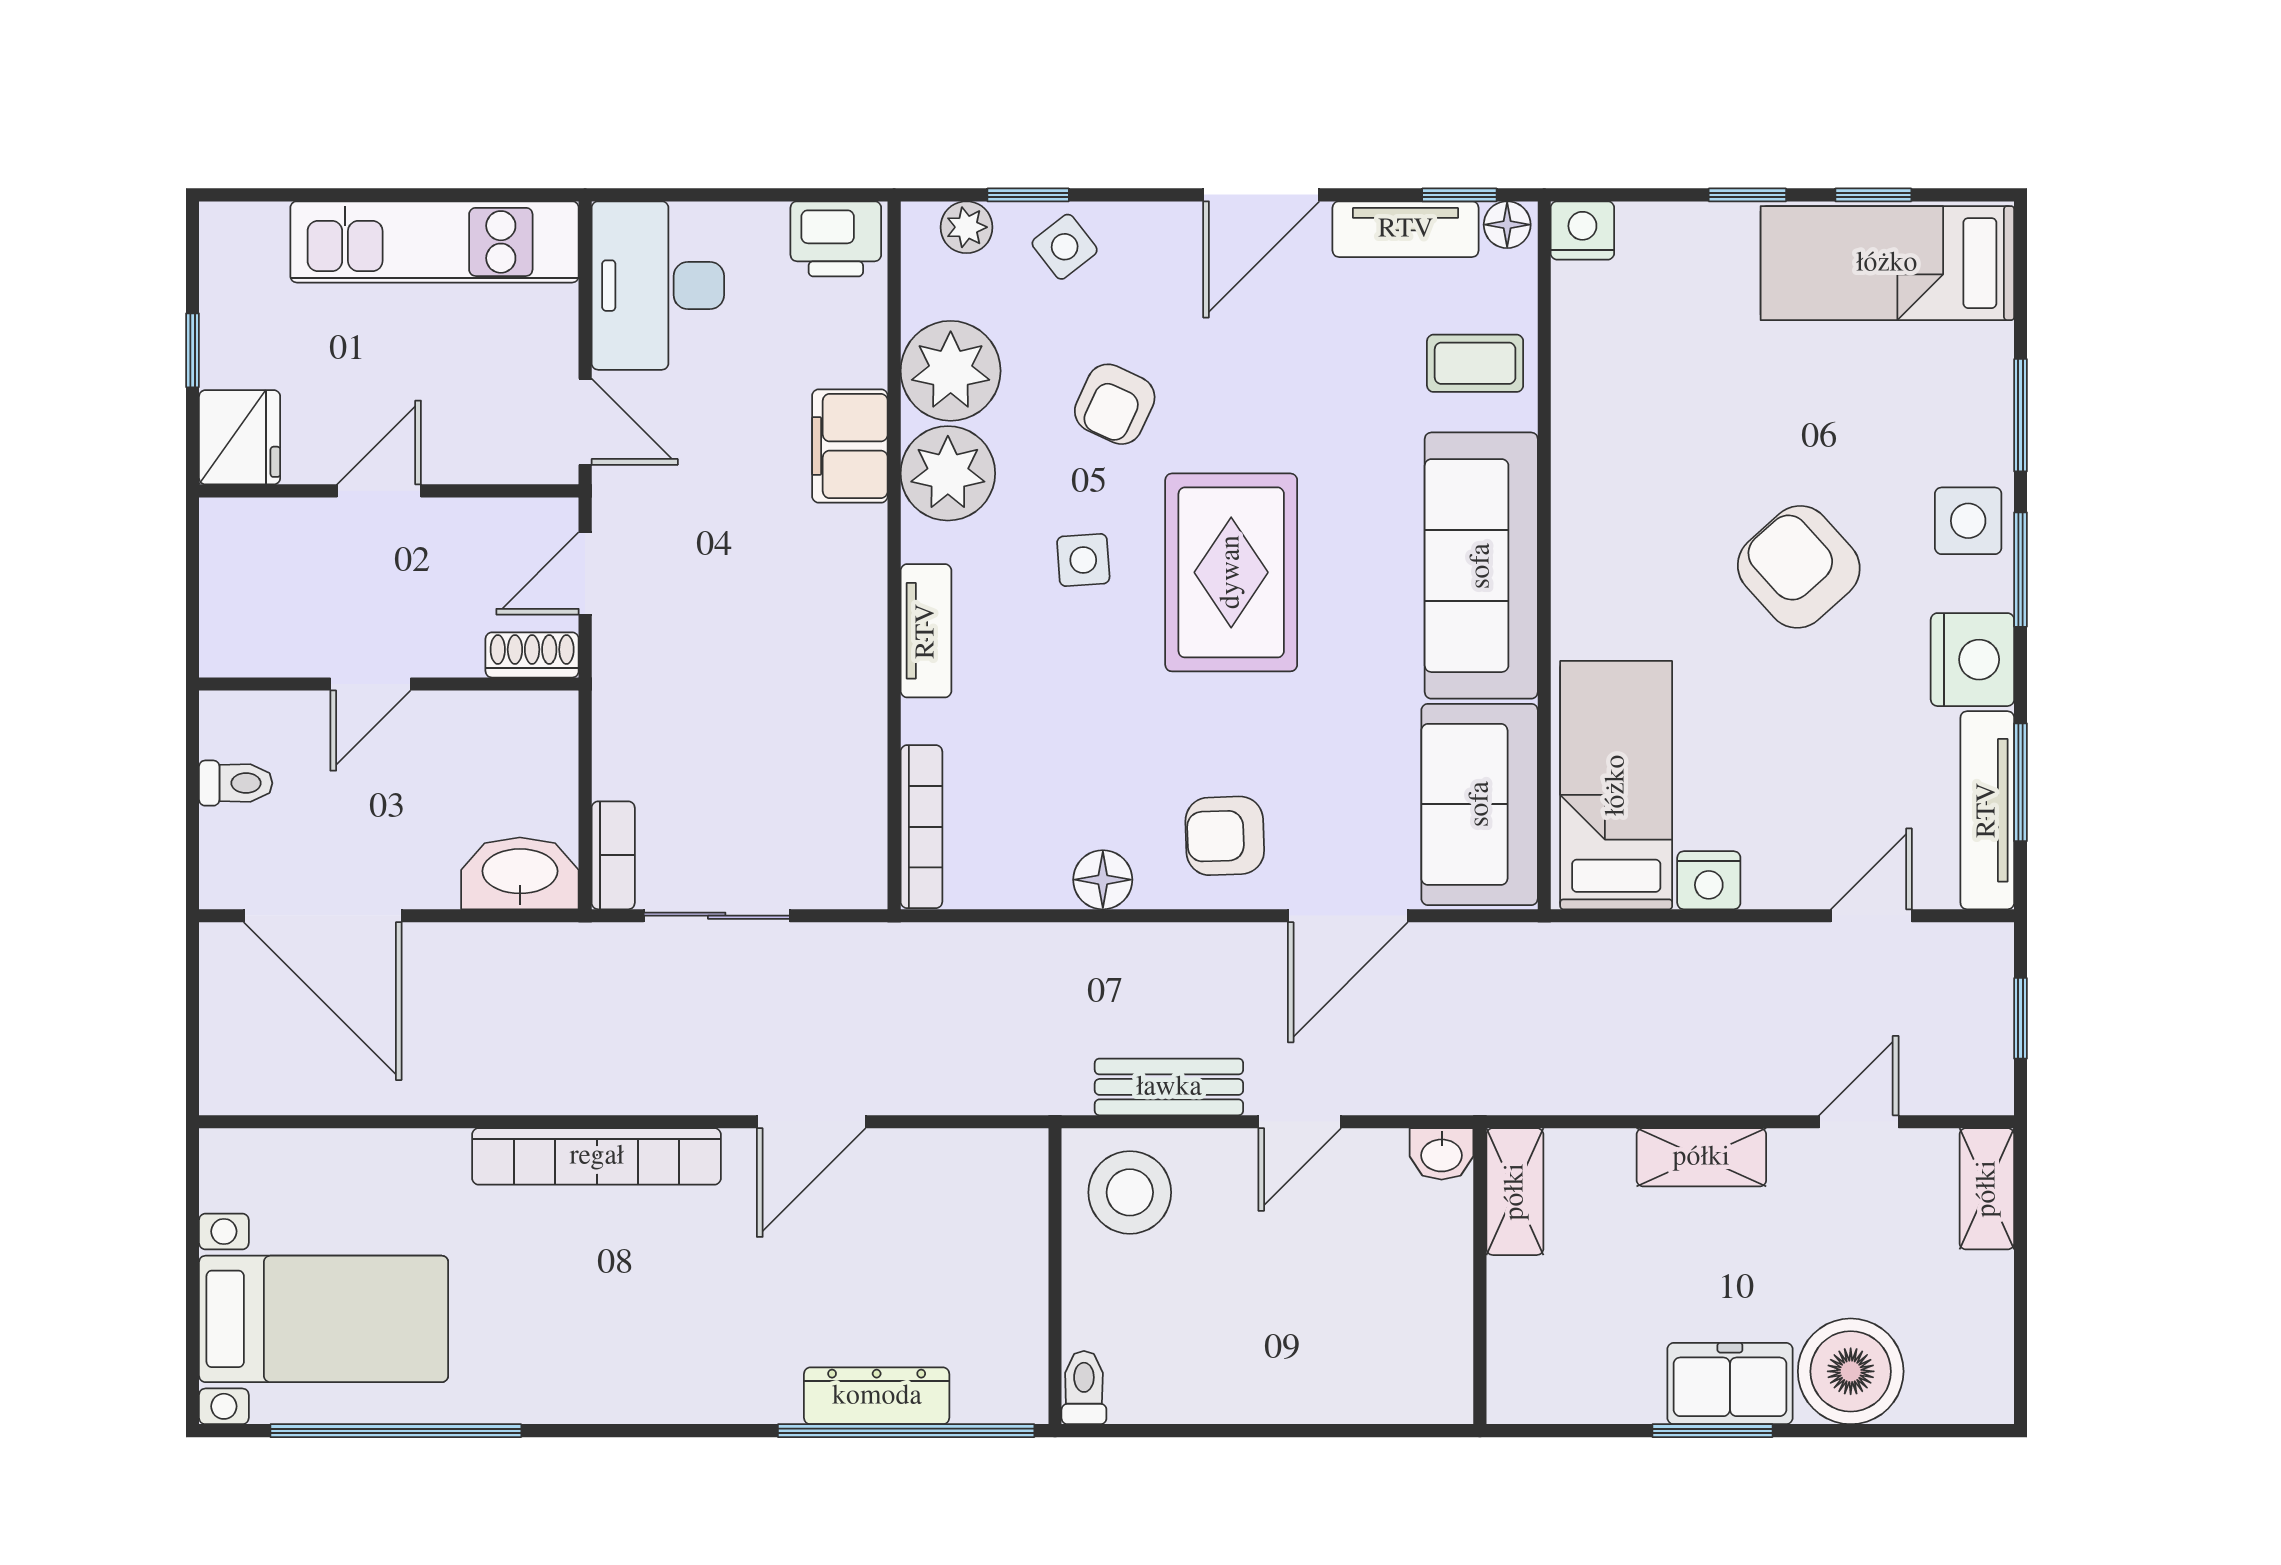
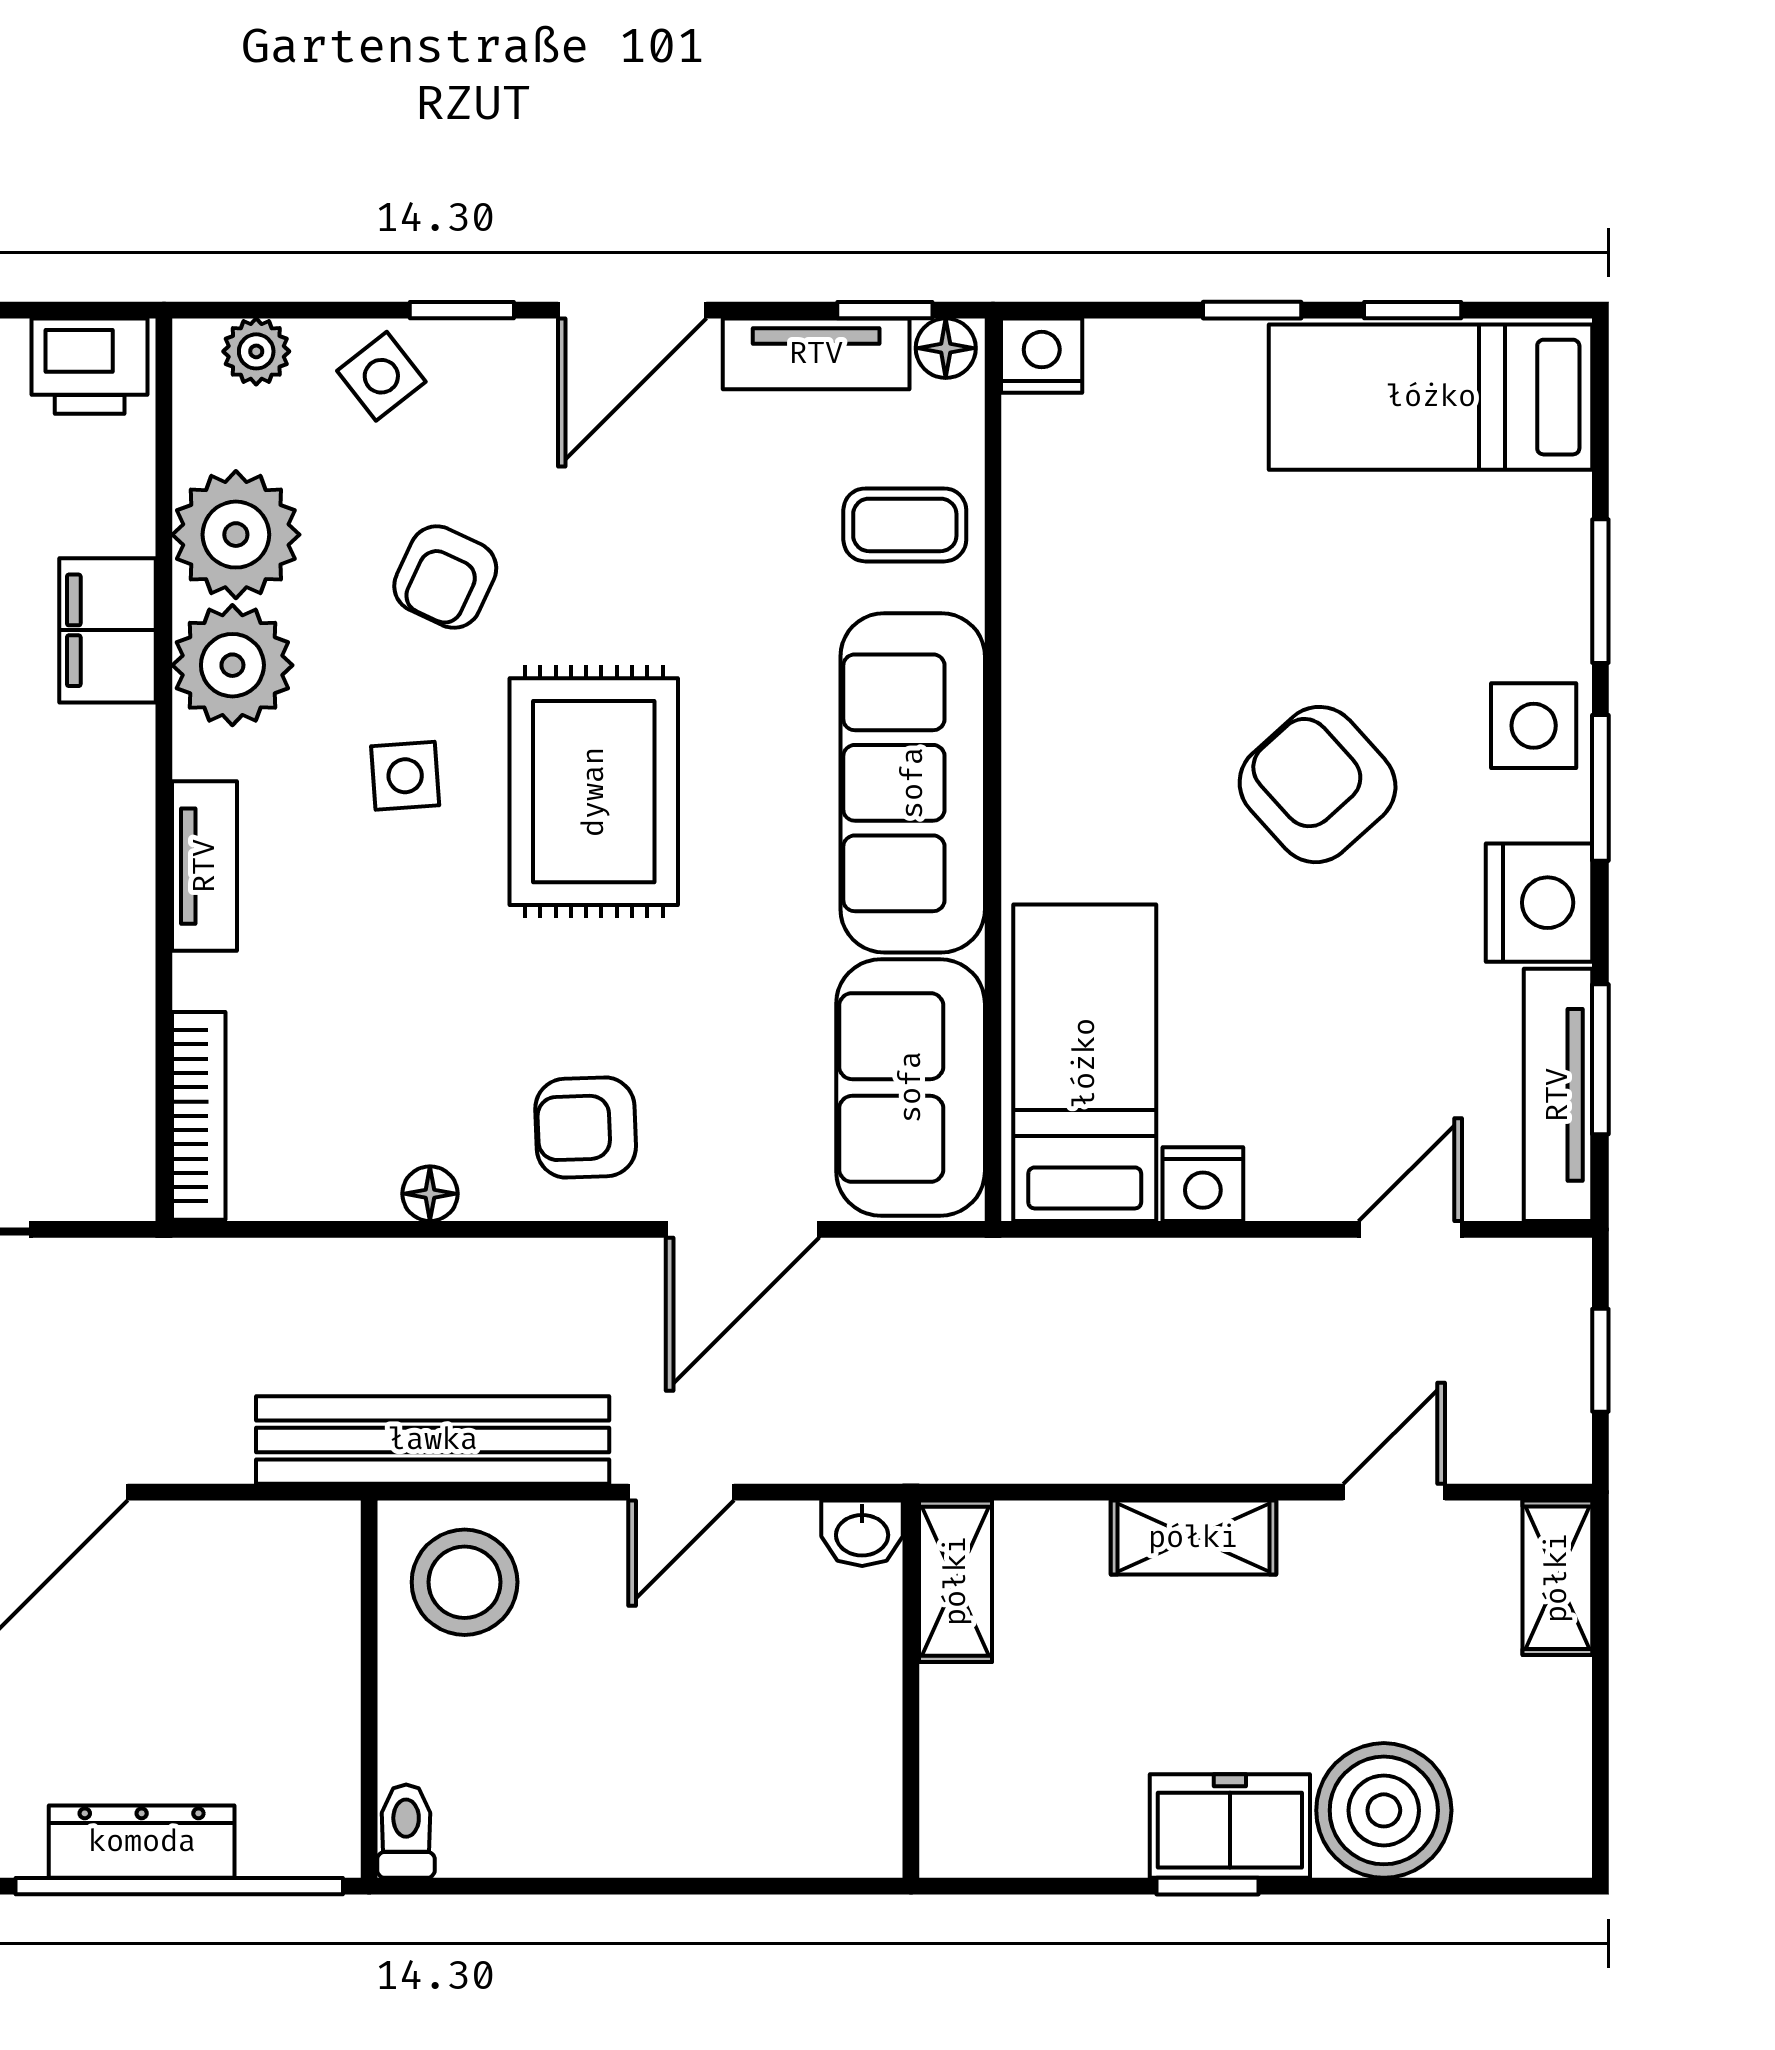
window: (1028, 195) -> (462, 310), moved
floor lamp: (1103, 880) -> (430, 1194), width x0.73, depth x0.73
bench: (1169, 1087) -> (433, 1440), width x1.86, depth x1.21
window: (1712, 1431) -> (1207, 1886), width x0.67

